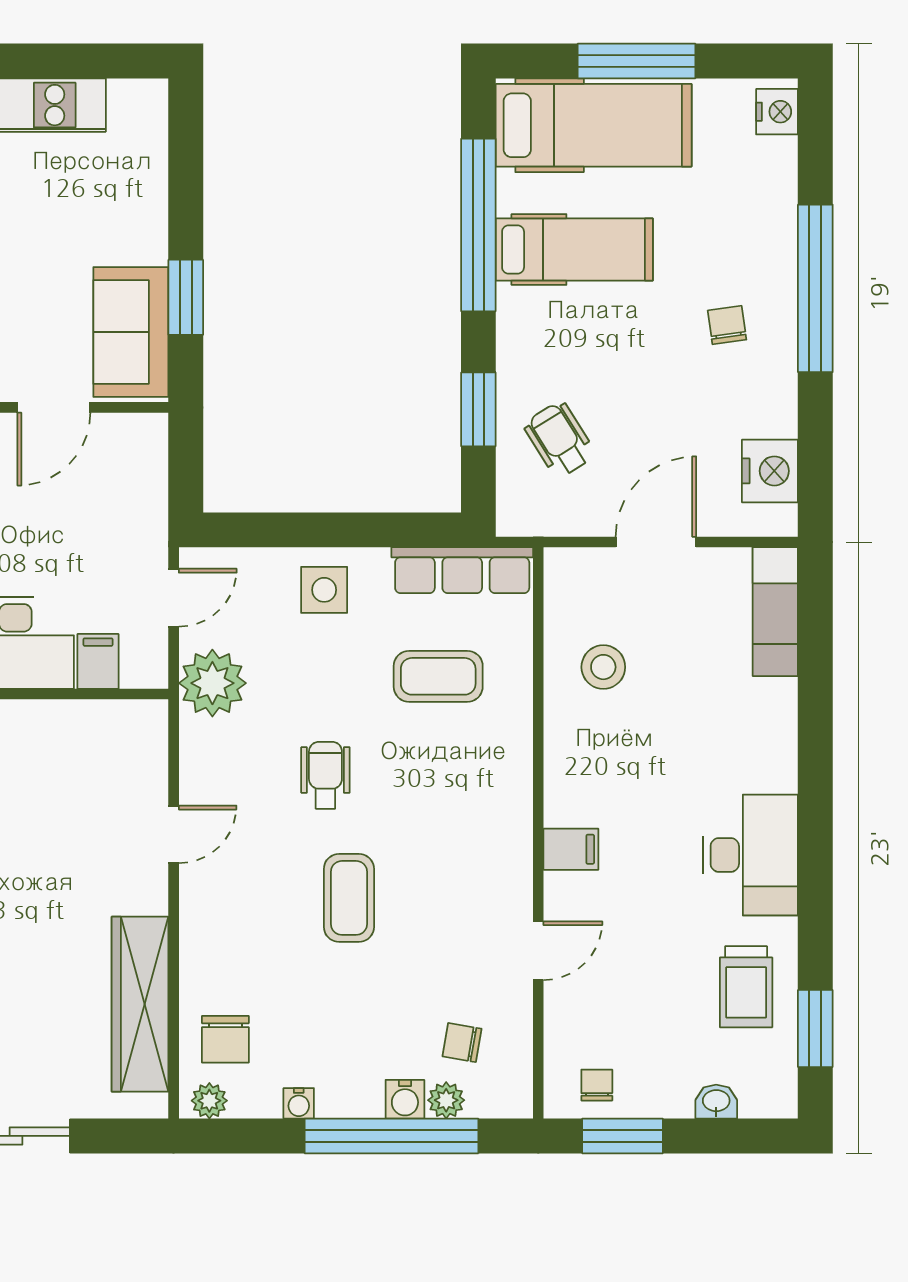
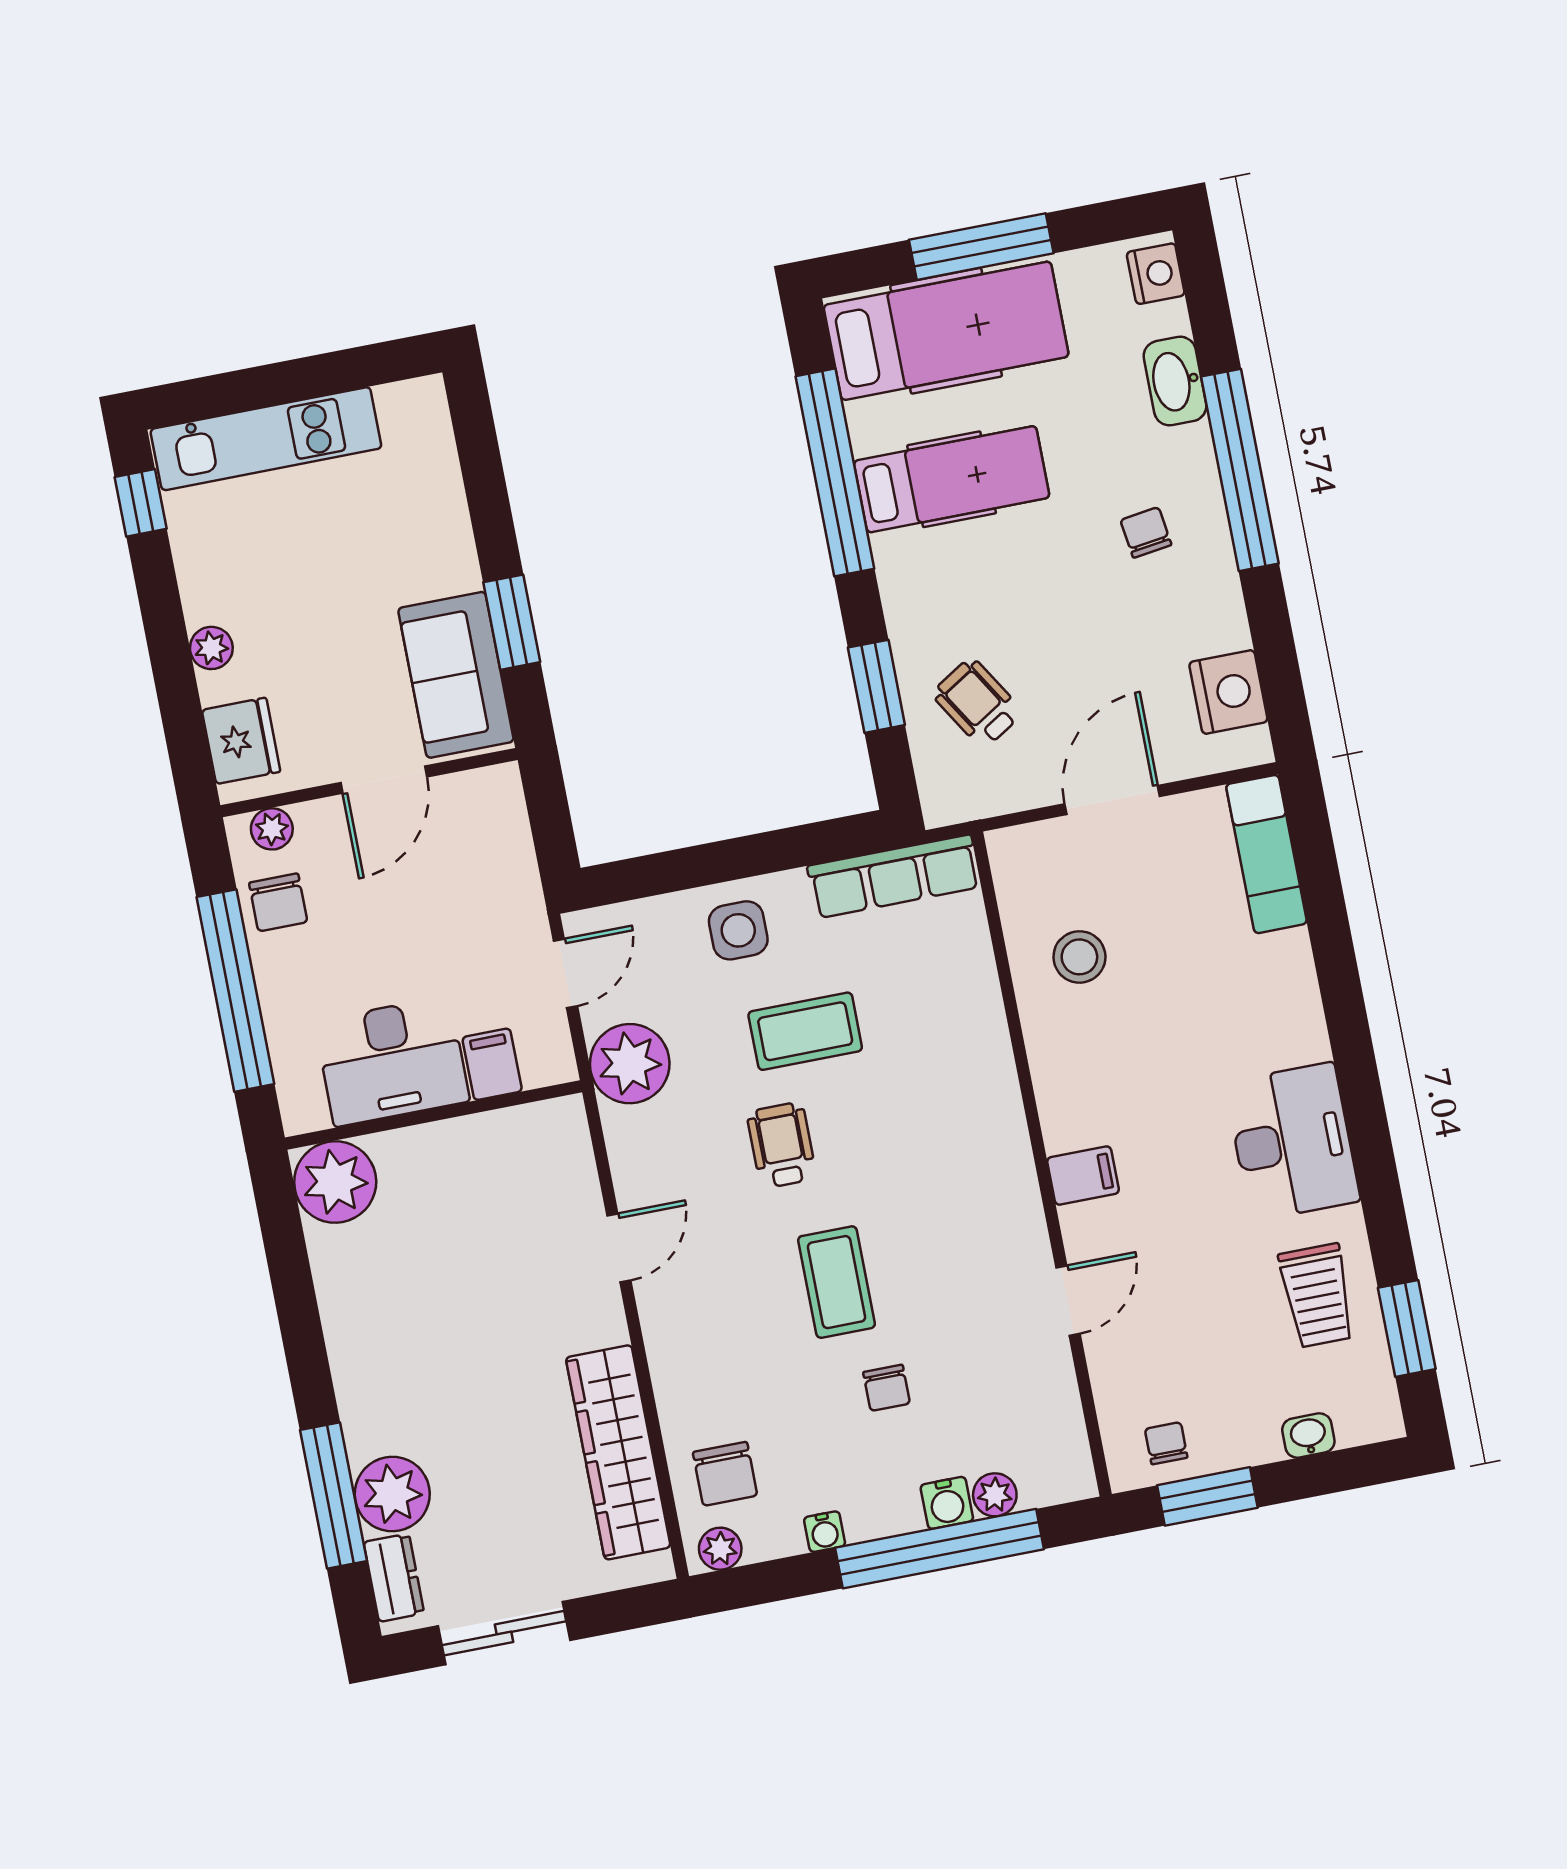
washbasin: (776, 204) -> (1175, 381), added
coffee table: (438, 676) -> (805, 1031), moved
chair: (462, 1043) -> (887, 1388), moved, turned -100

